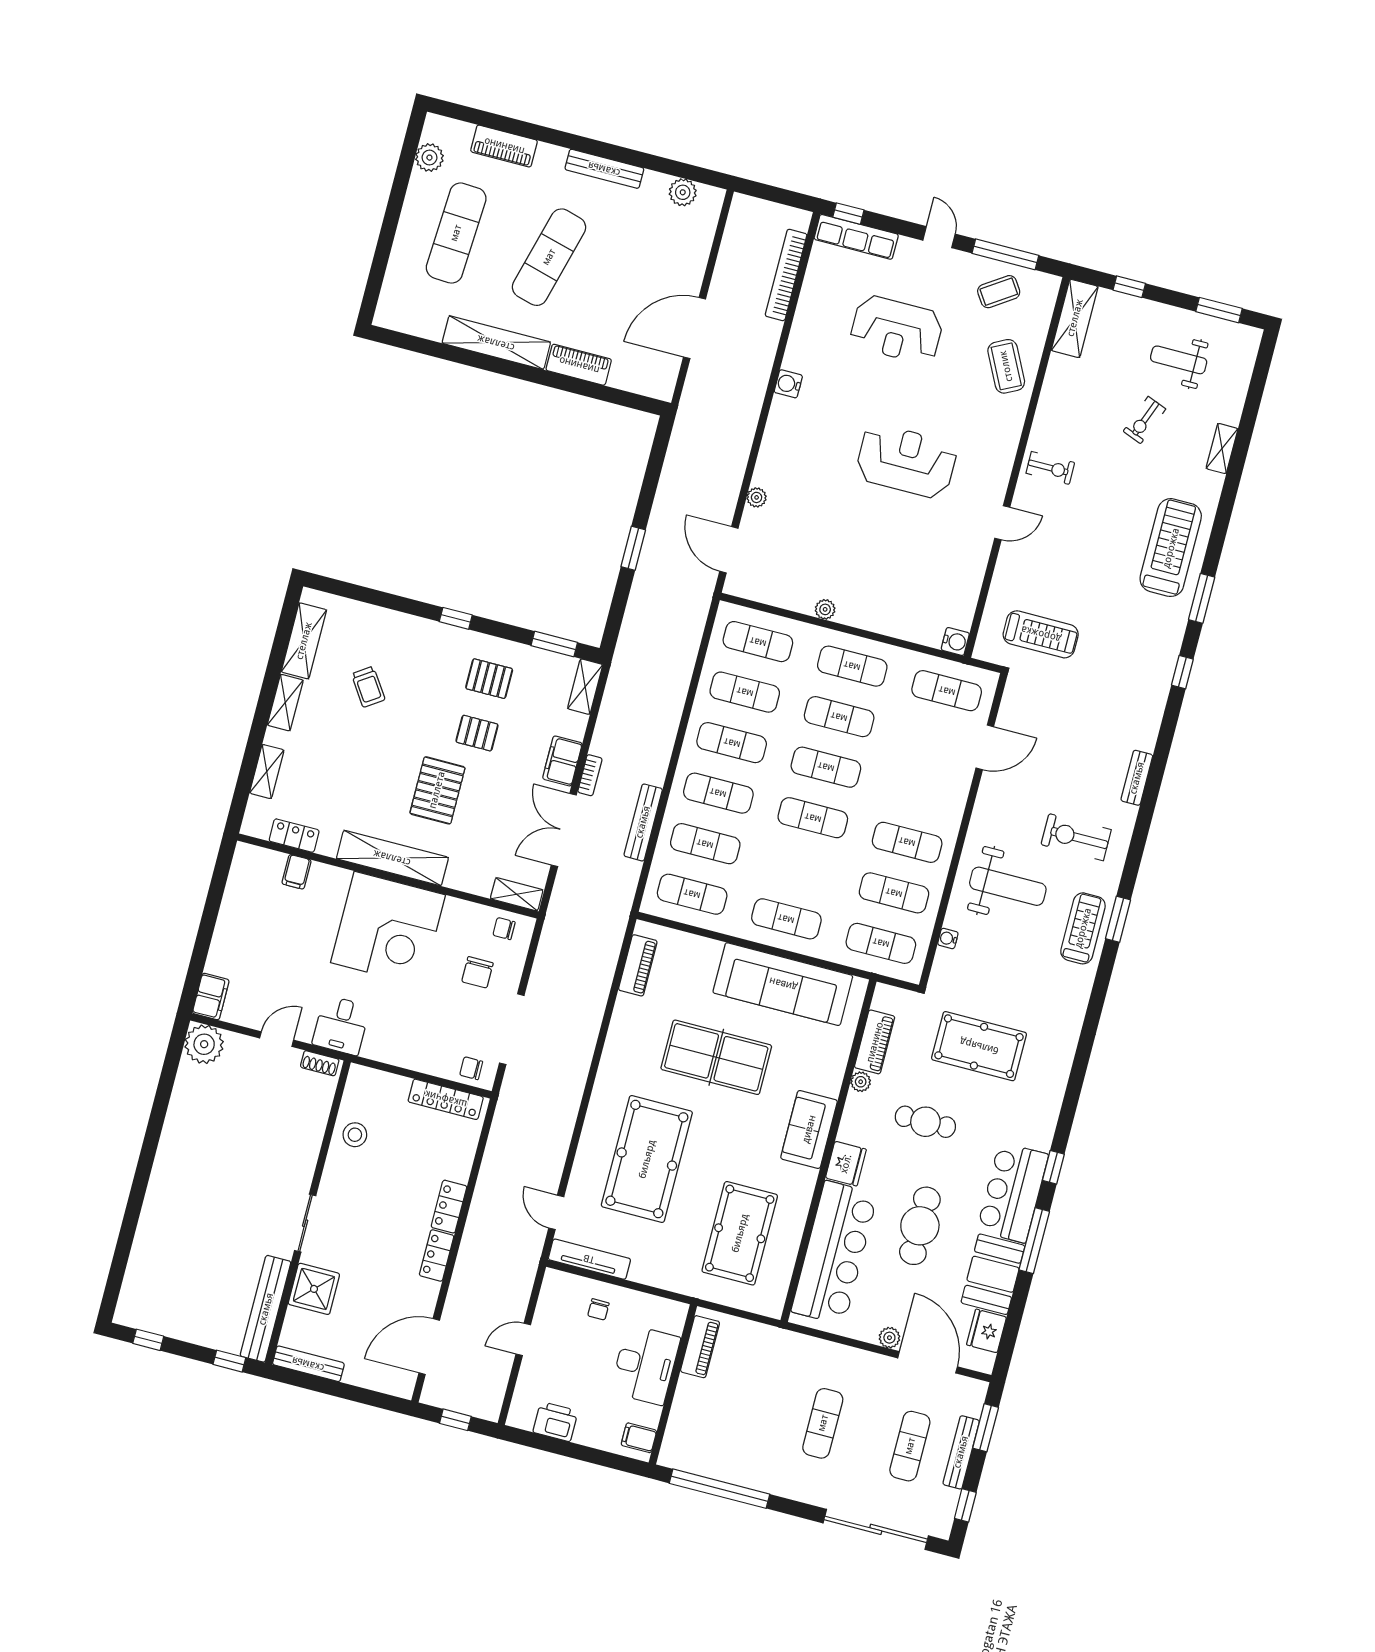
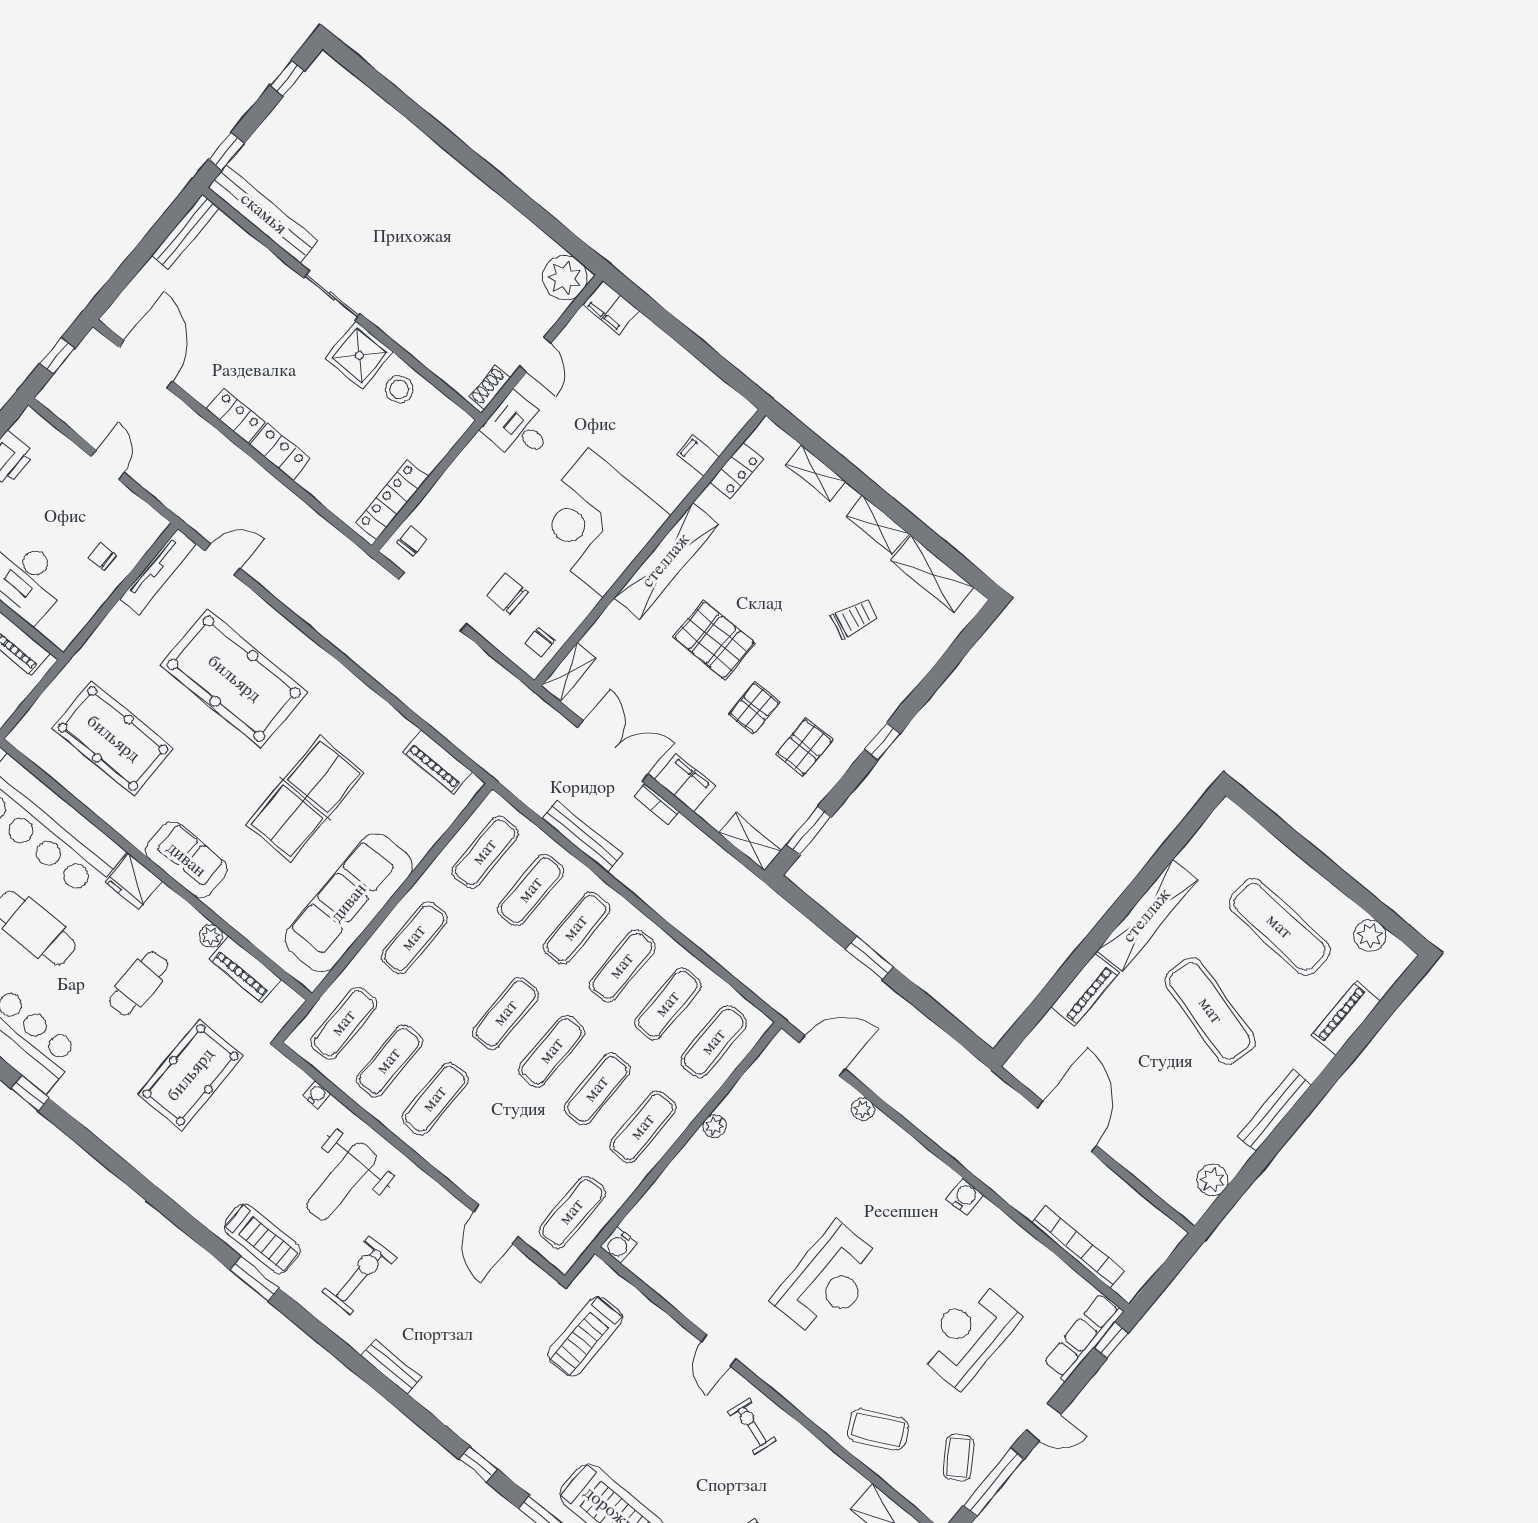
exercise bike: (1050, 468) -> (752, 1426), turned 108
trolley: (368, 687) -> (854, 618), turned 147
chair: (504, 929) -> (540, 642), turned 180
shower: (314, 1289) -> (359, 355), moved

